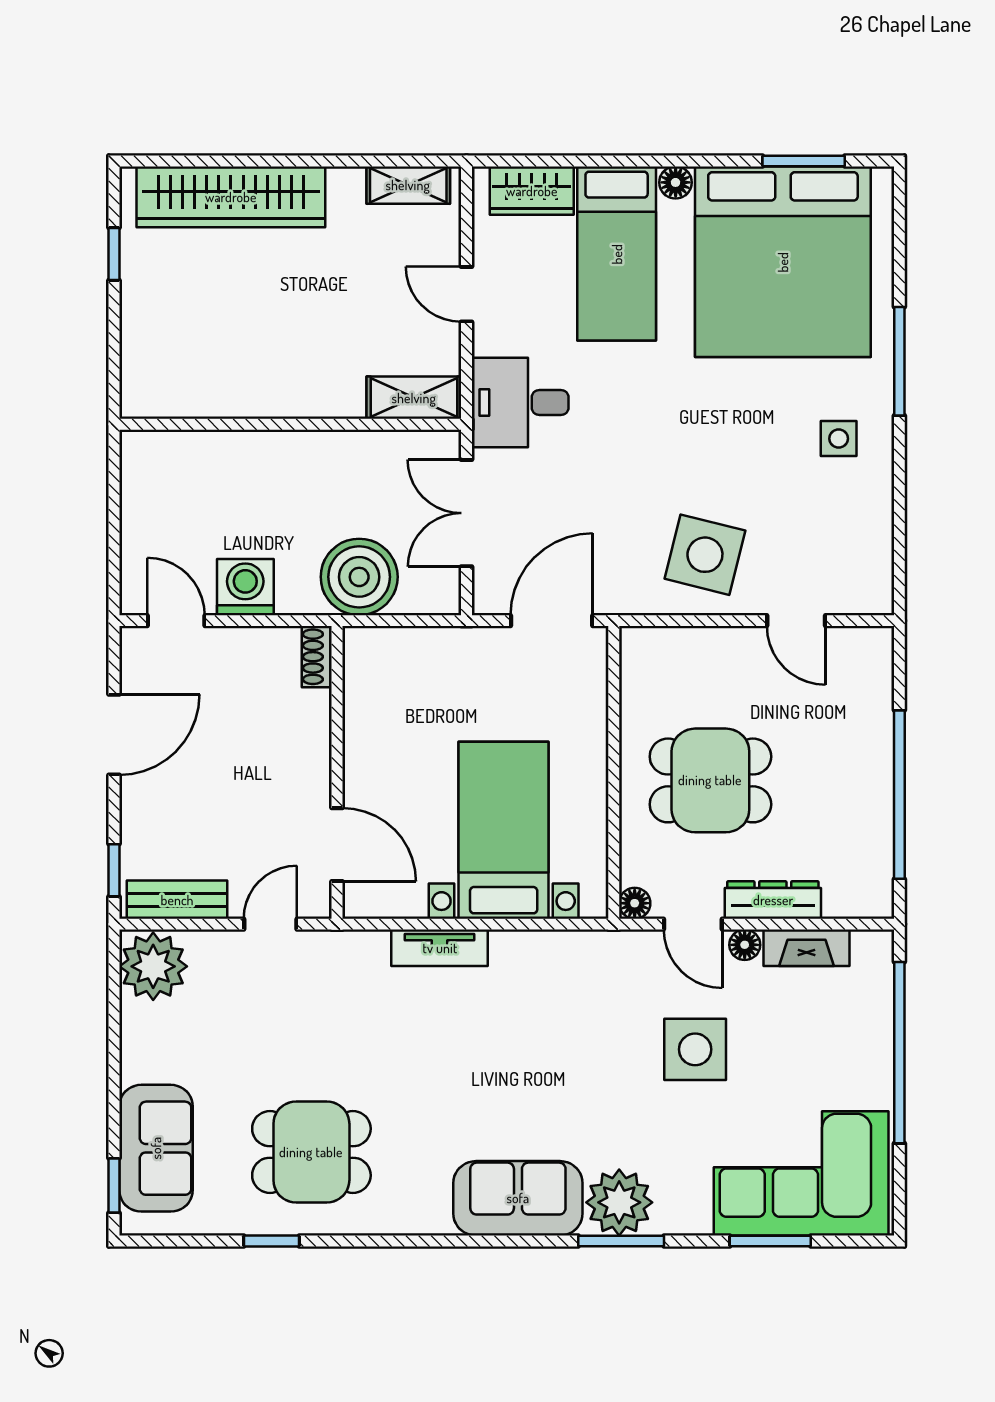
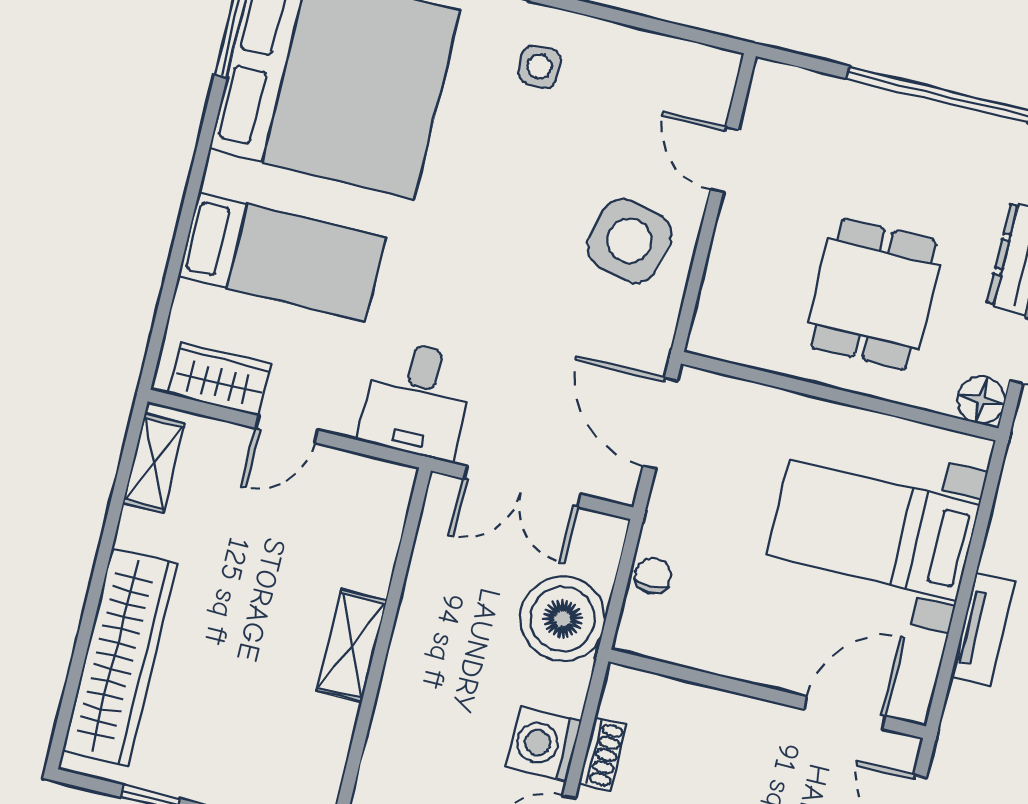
floor lamp: (676, 182) -> (221, 175), removed
wardrobe: (532, 191) -> (219, 379), moved, turned -90
shelving: (414, 398) -> (352, 646), moved
door: (796, 621) -> (724, 160), swing flipped
chair: (416, 647) -> (653, 576), added
shoe rack: (317, 657) -> (603, 754), moved, turned -90
floor lamp: (635, 903) -> (981, 400), width x1.37, depth x1.37

